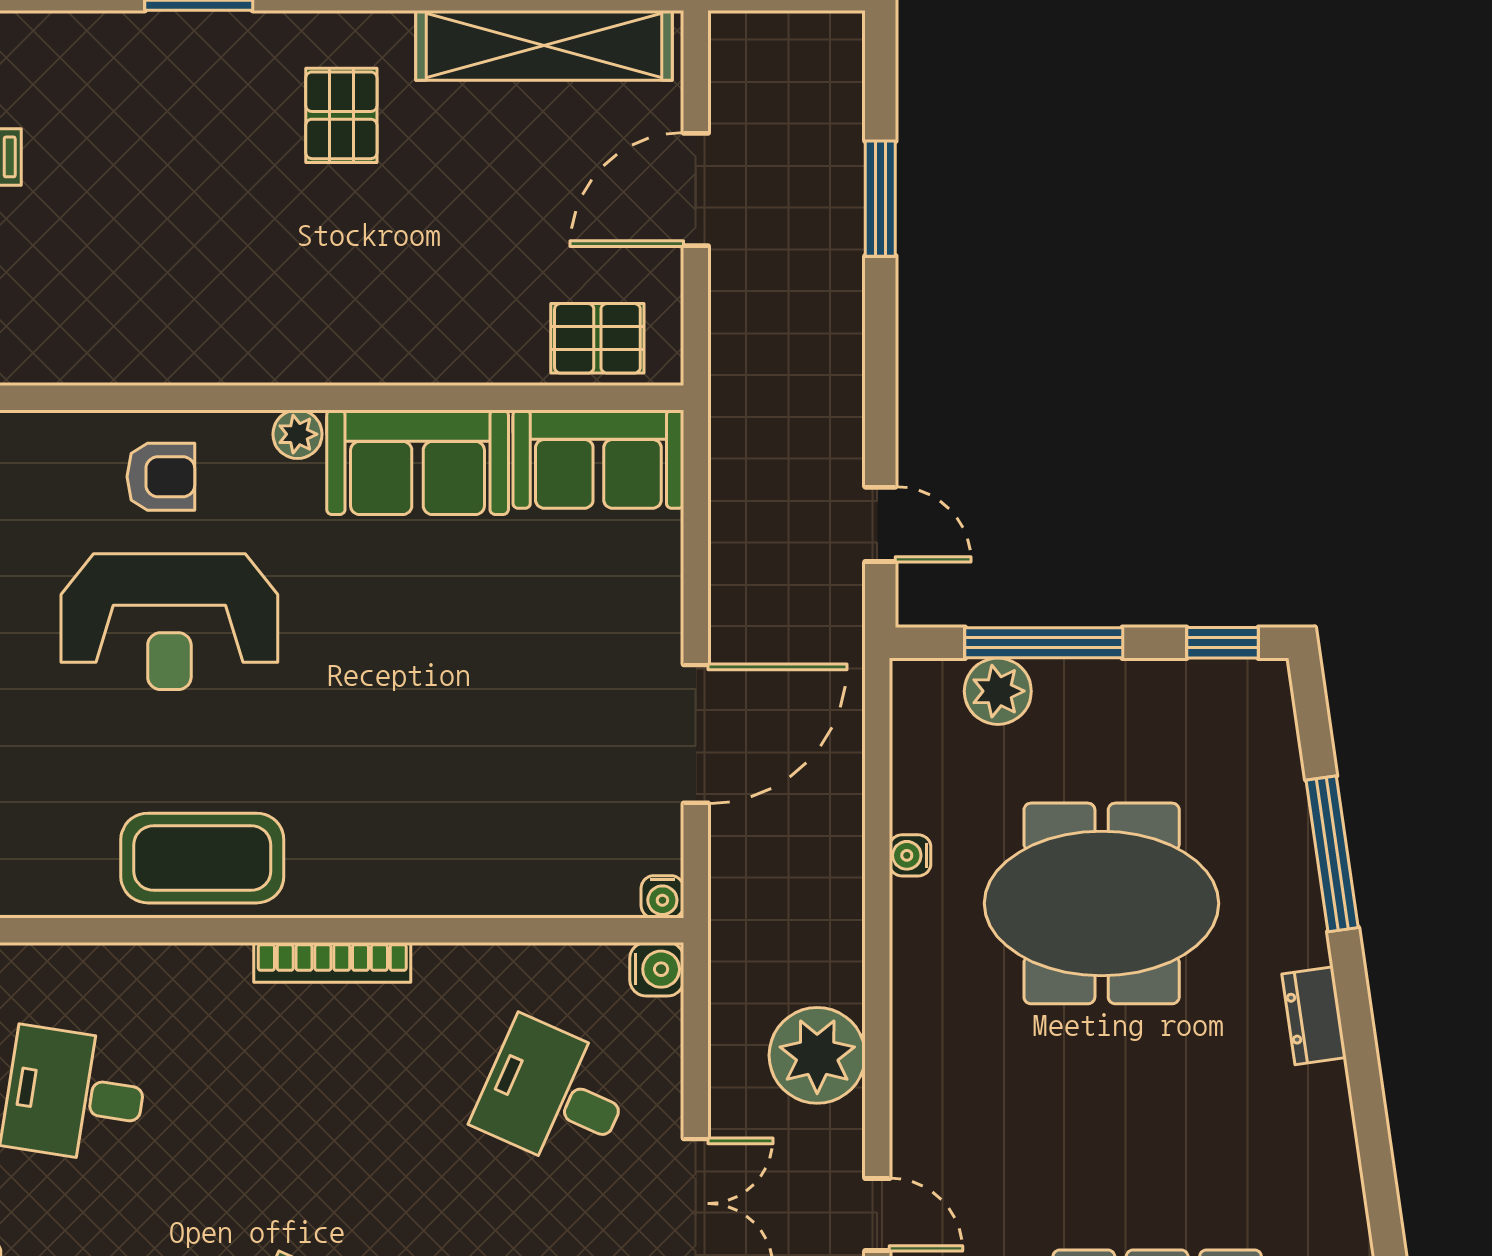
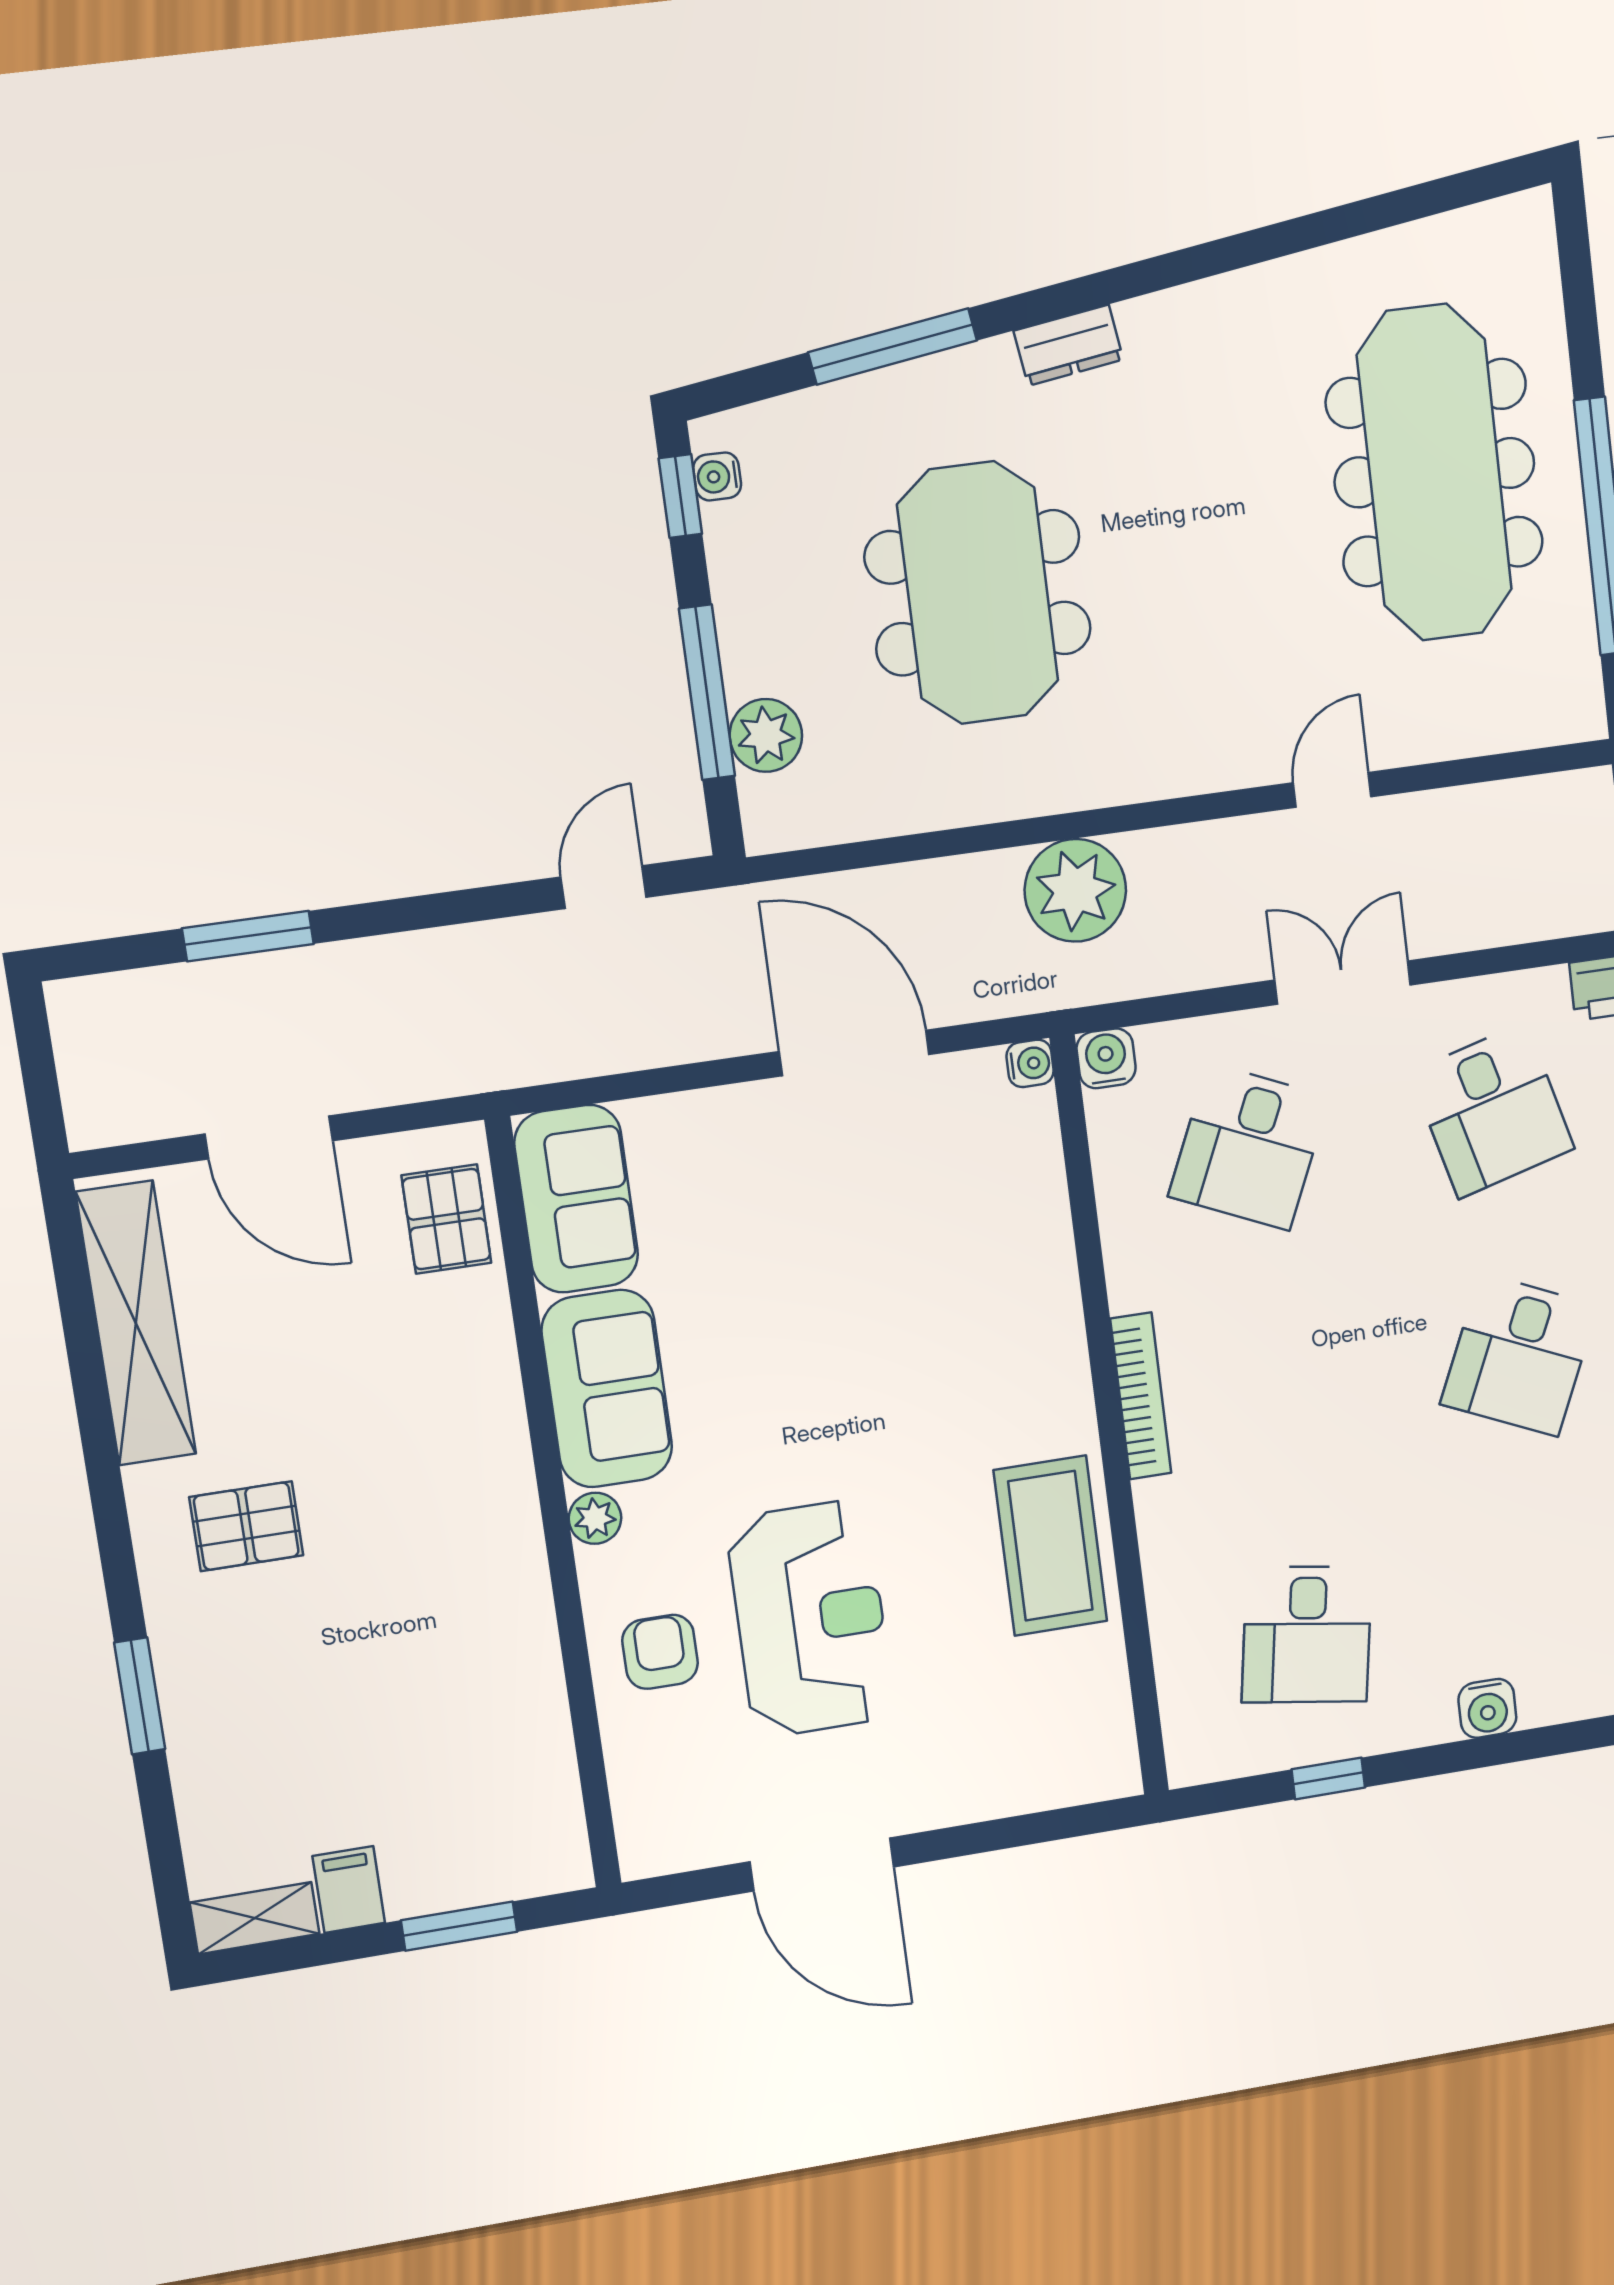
water cooler: (910, 855) -> (717, 476), moved, turned 90
plant: (817, 1055) -> (1075, 890), moved

